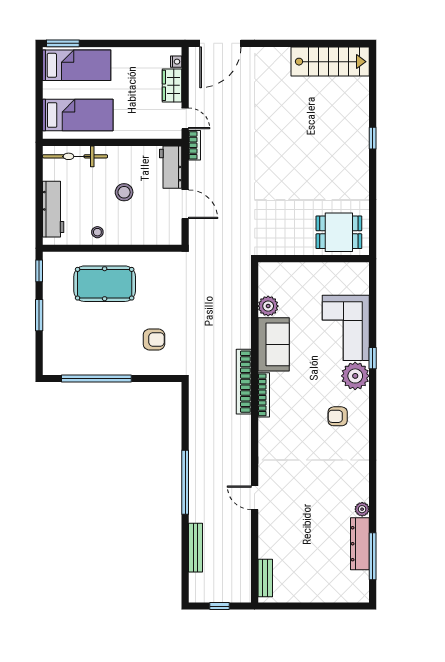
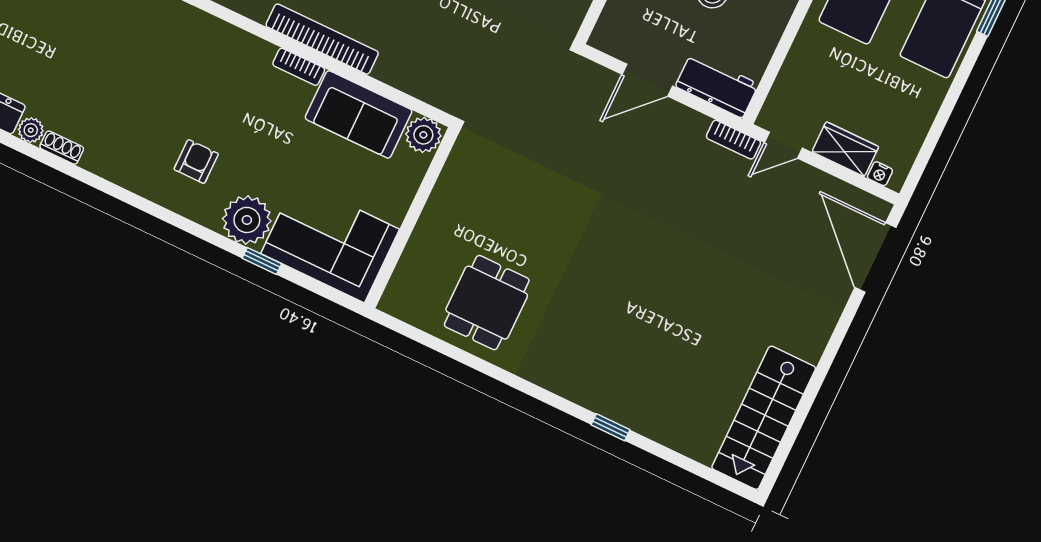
wall: (314, 259) -> (412, 218), moved
bookcase: (264, 395) -> (299, 67), width x0.64
shoe rack: (363, 489) -> (62, 148), added

